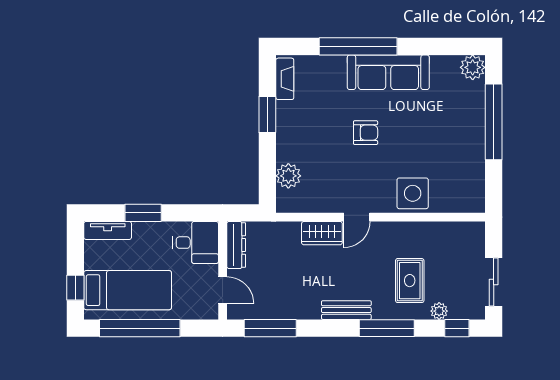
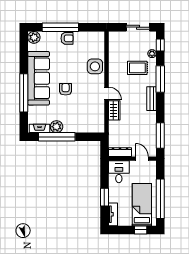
sofa: (388, 72) -> (39, 78), width x1.36, depth x1.27
window: (267, 115) -> (57, 137), width x2.11
armchair: (471, 136) -> (67, 38), added
plant: (288, 176) -> (57, 127), moved
door: (223, 290) -> (142, 159), hinge flipped

